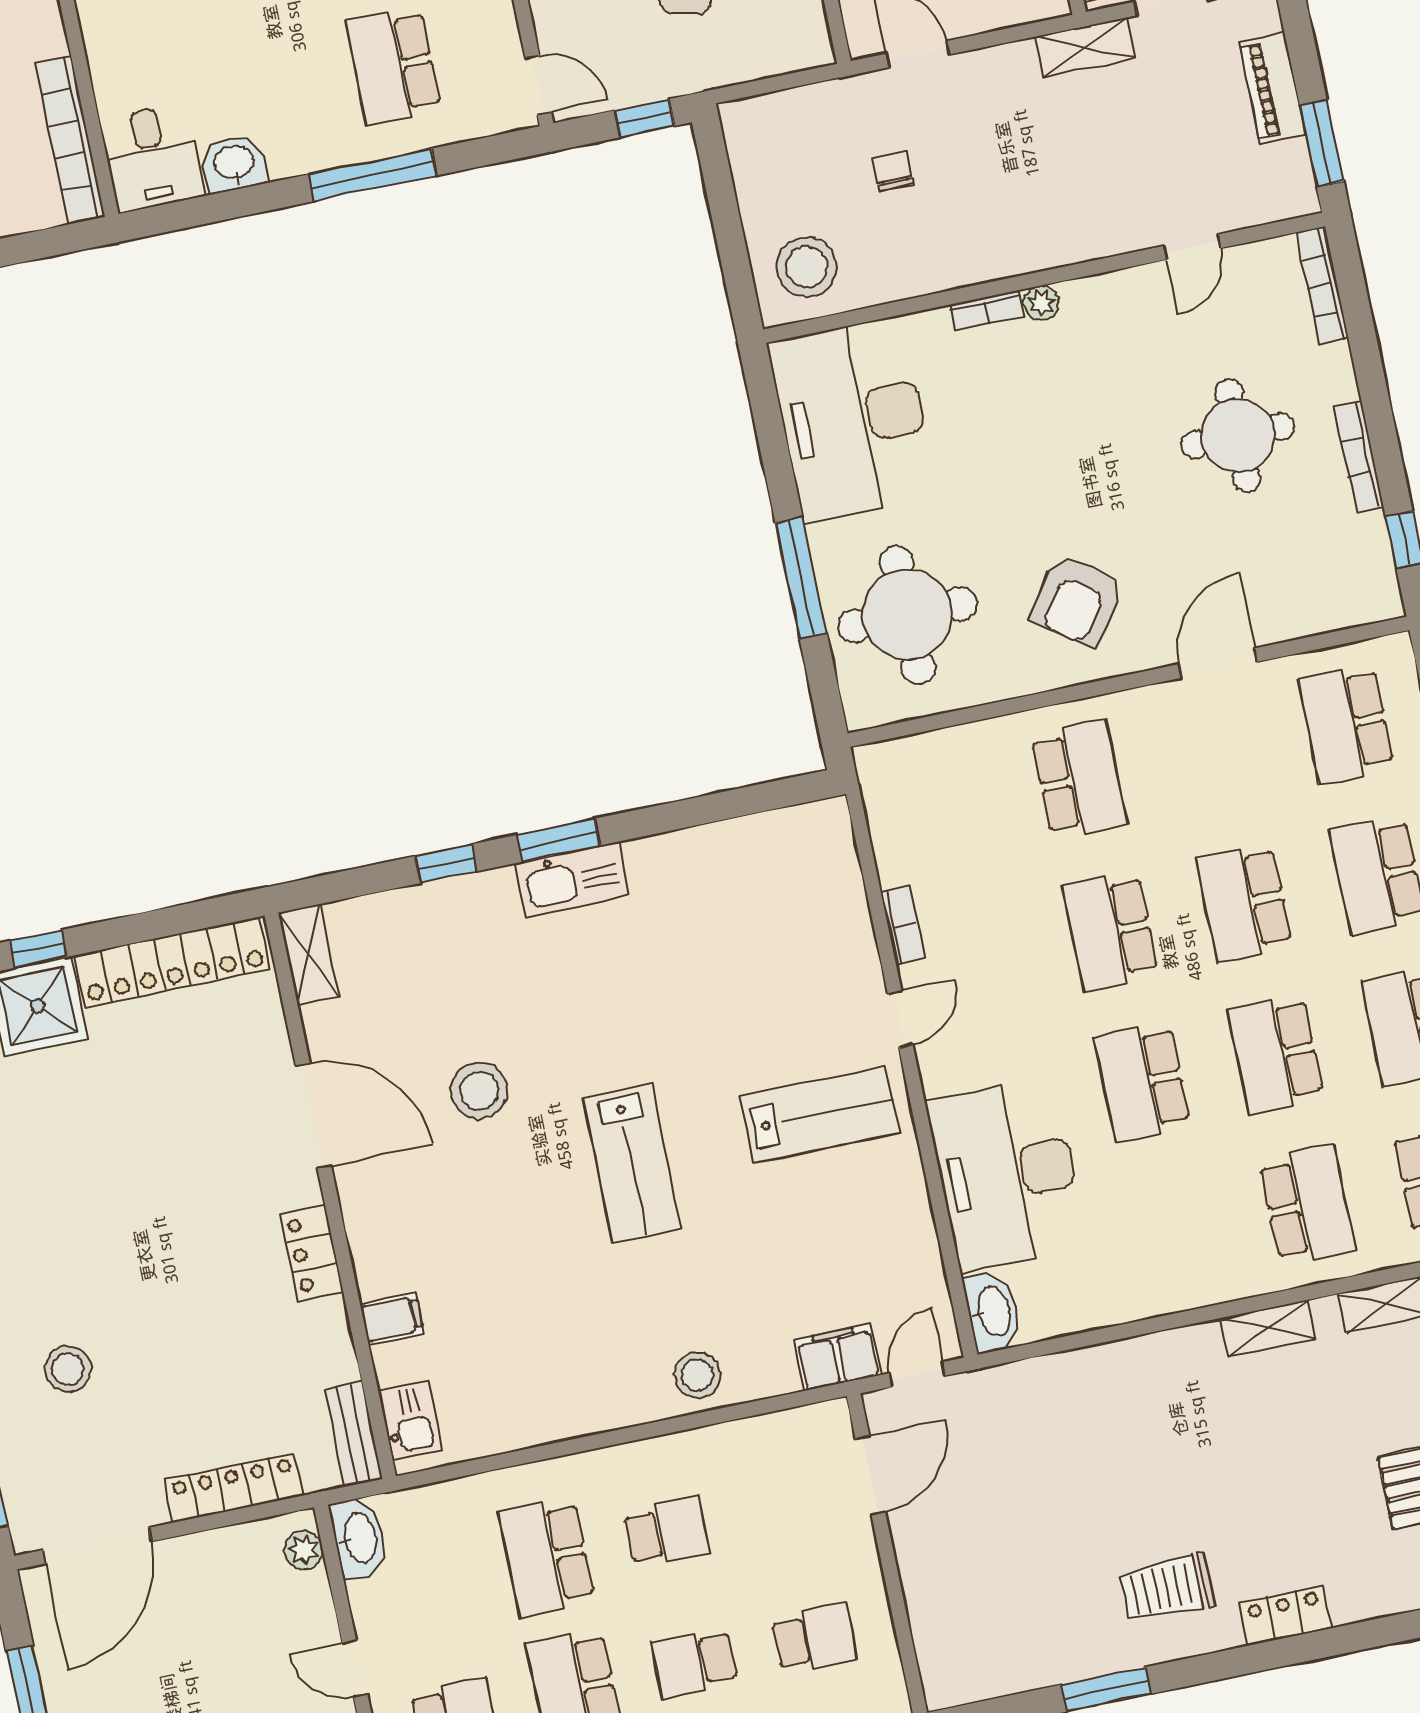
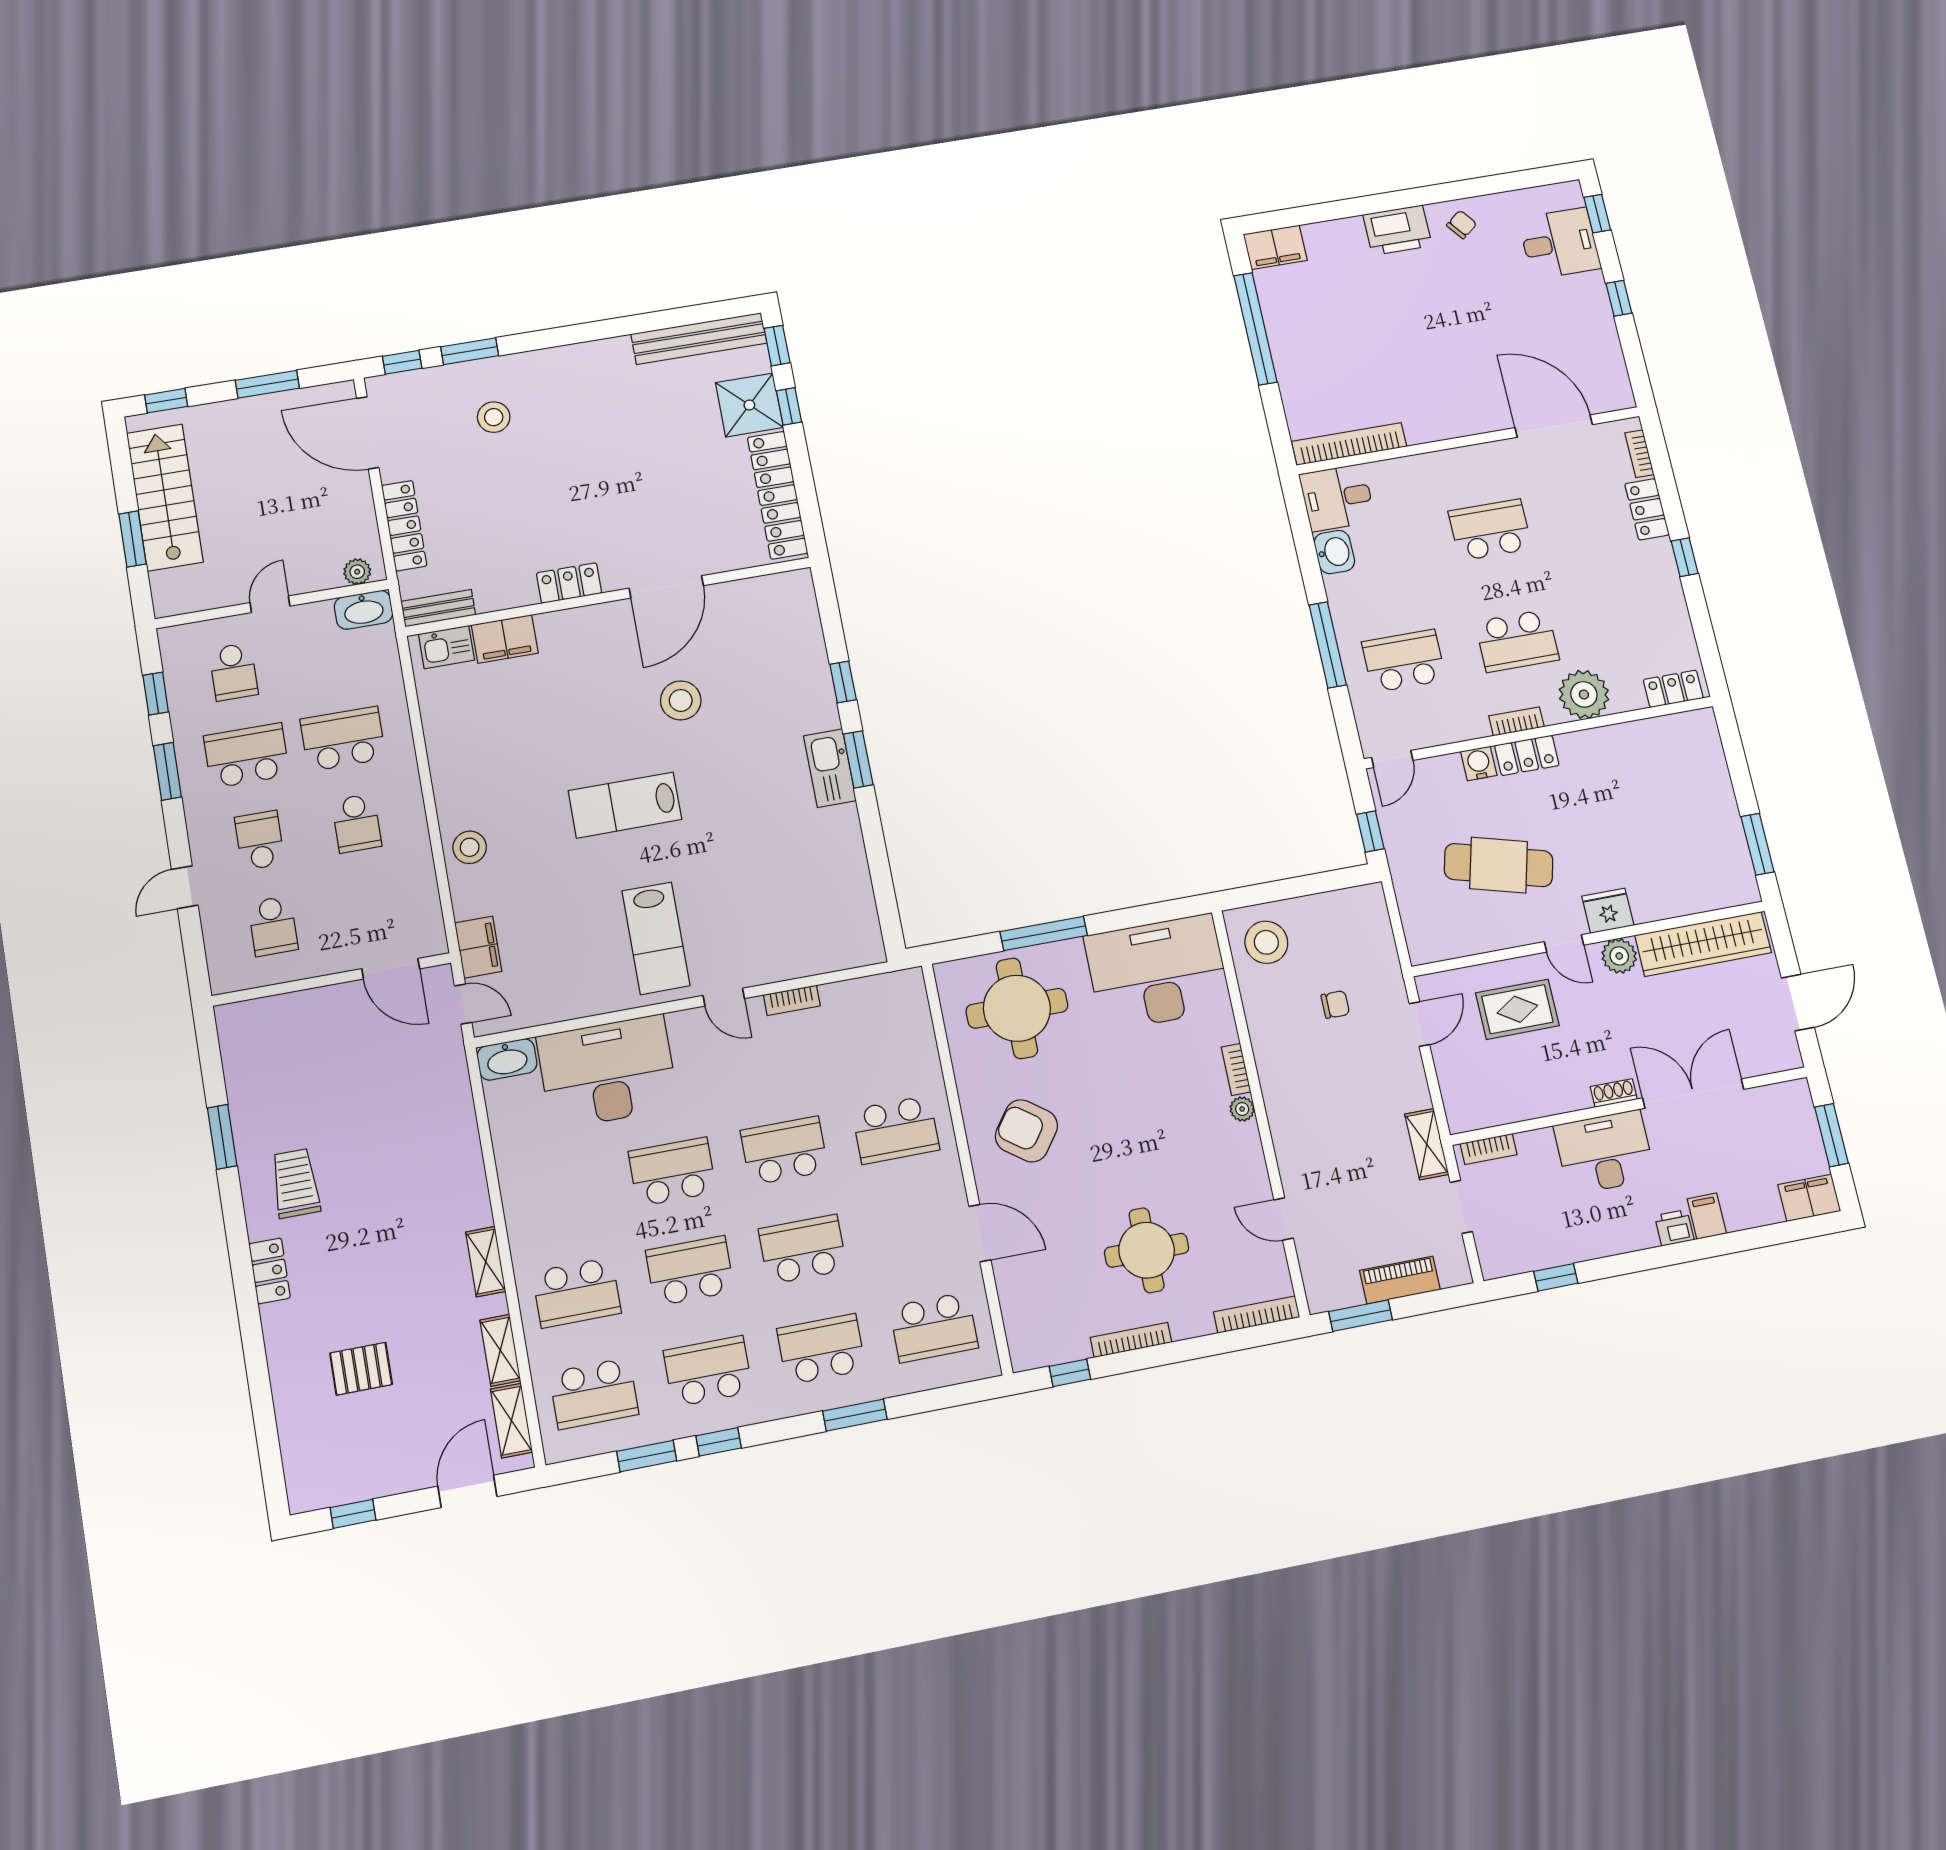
school desk: (1346, 724) -> (934, 1327), turned 180
shelving: (309, 955) -> (781, 587), removed
filing cabinet: (392, 1319) -> (505, 639), width x2.00

